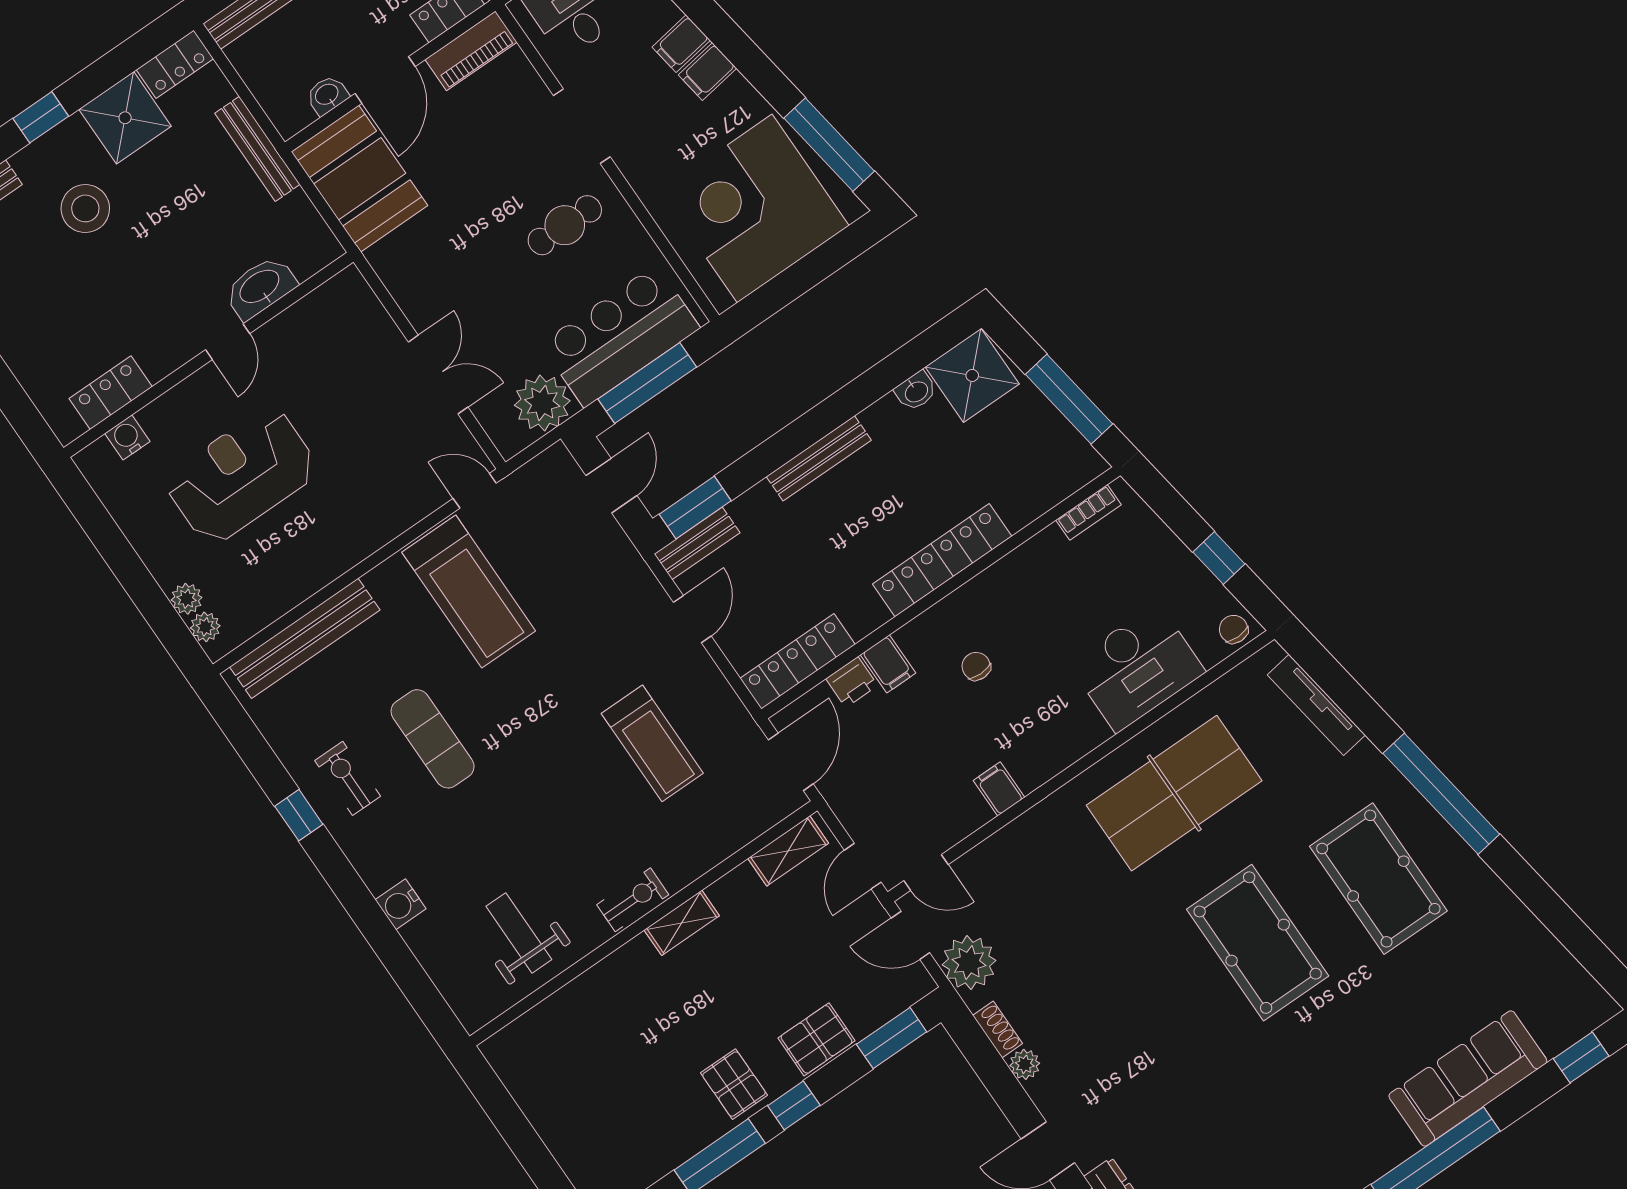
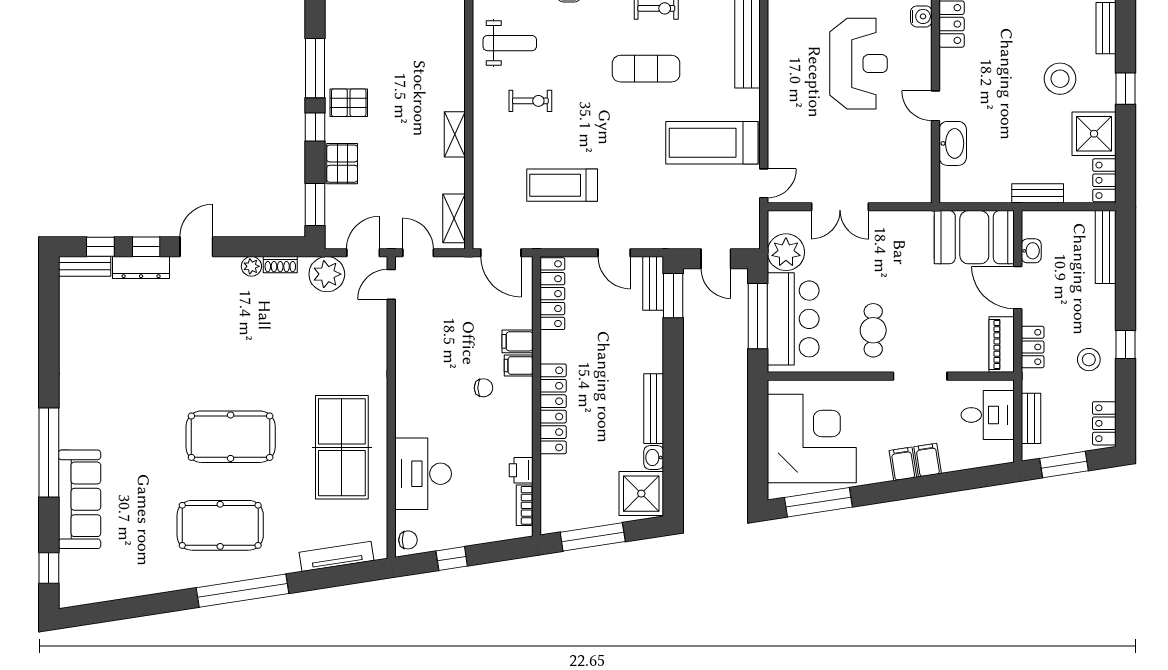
bench: (257, 149) -> (1038, 193), width x0.73
bench: (819, 458) -> (654, 409), moved
printer: (852, 682) -> (521, 470), moved
filing cabinet: (999, 789) -> (519, 365), moved, turned 180
exercise bike: (633, 900) -> (530, 101), moved, turned -90

